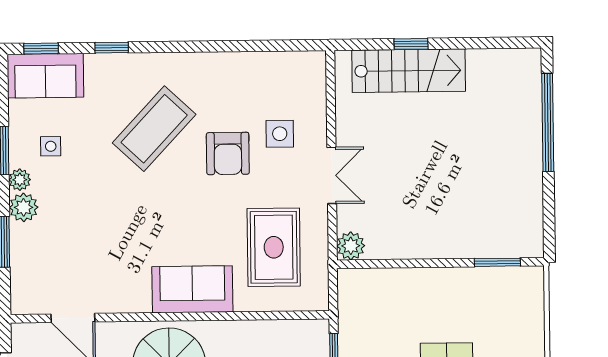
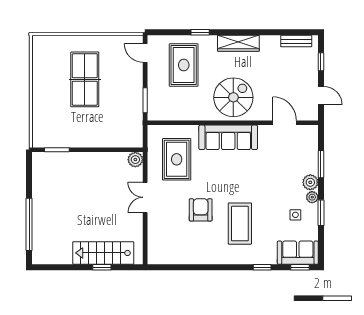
coffee table: (154, 129) -> (240, 224), turned -43
side table: (280, 134) -> (173, 220), removed
sofa: (192, 289) -> (228, 137), width x1.36

